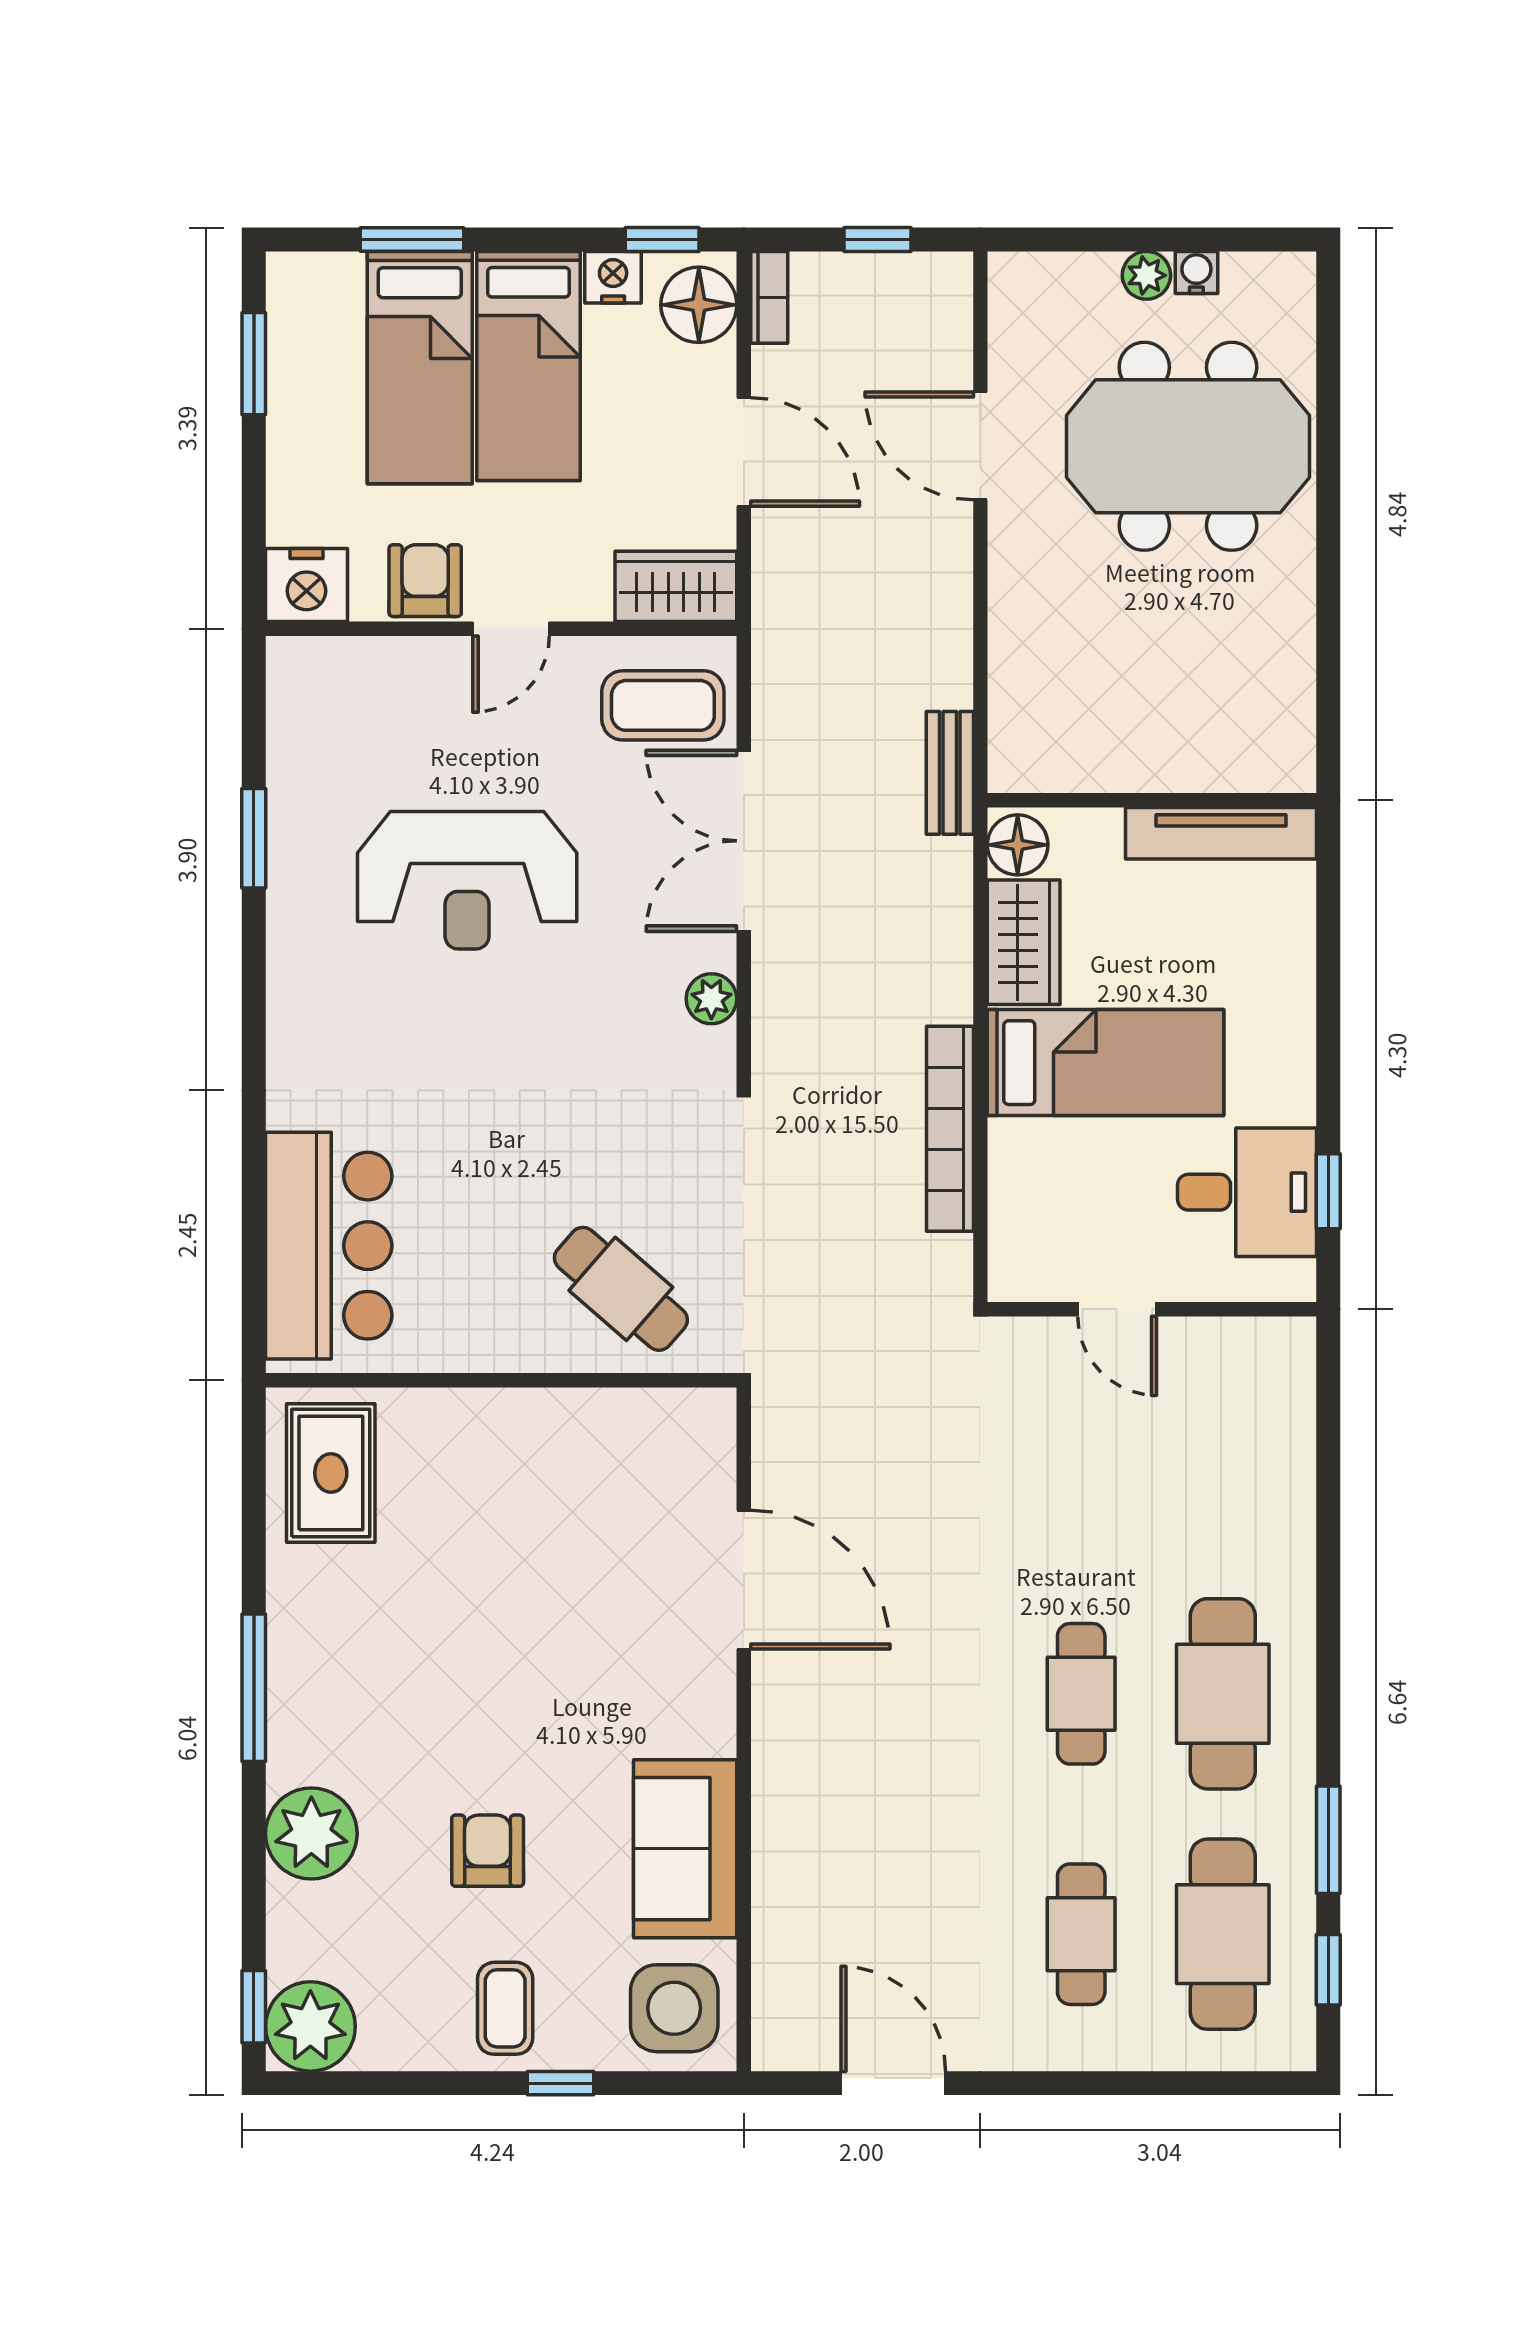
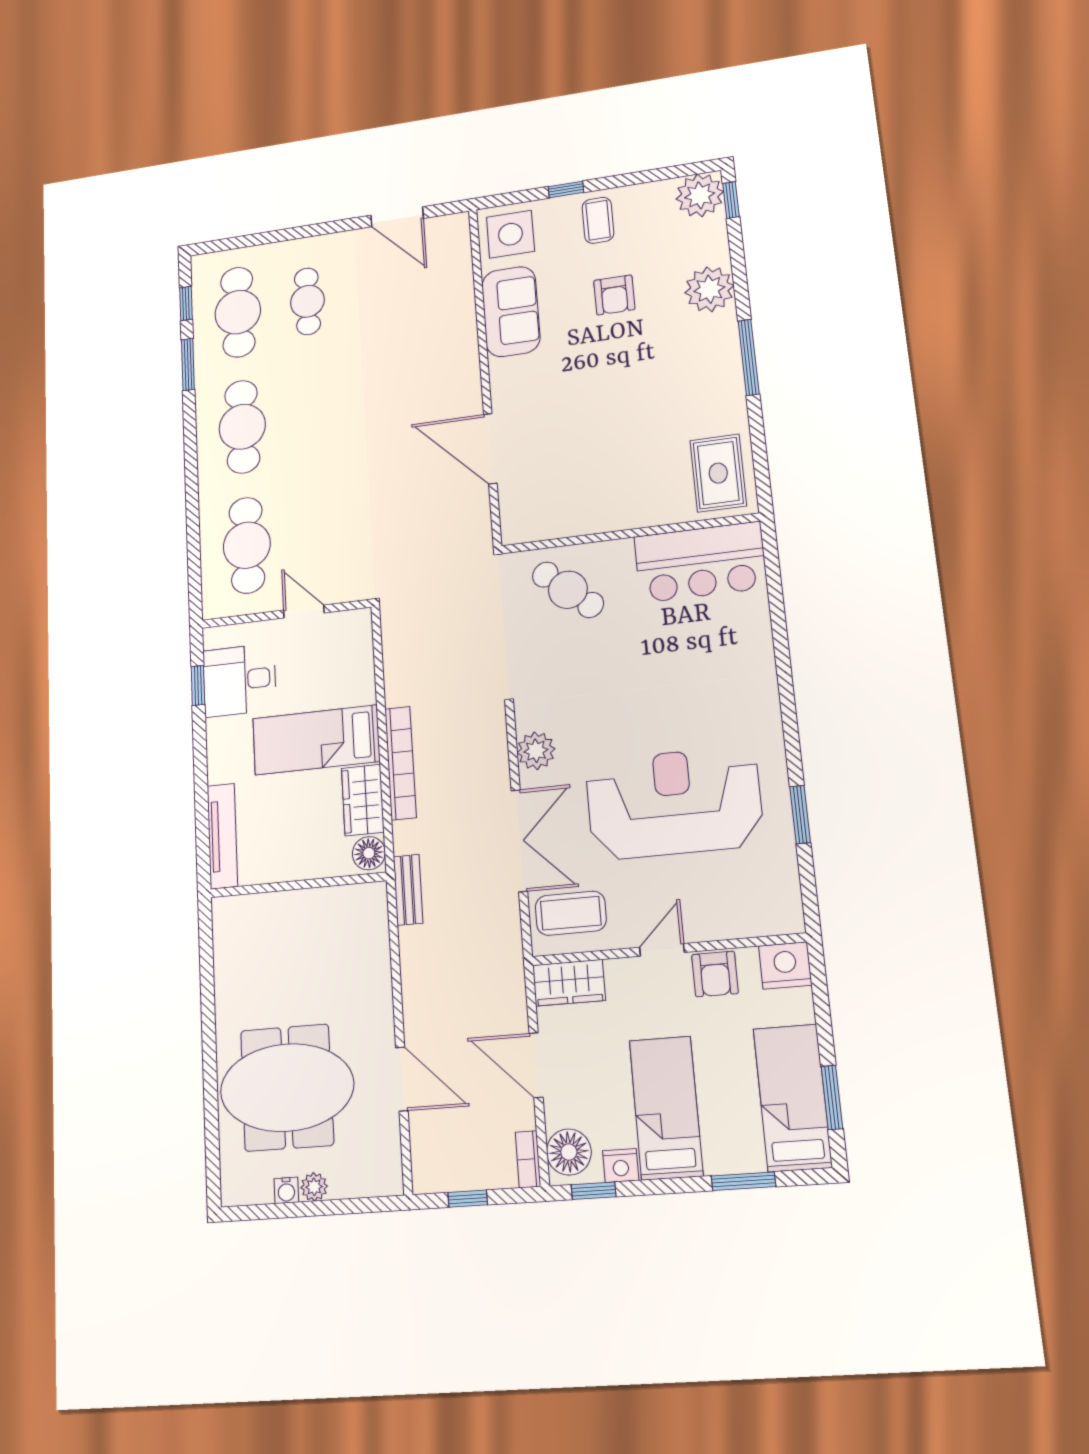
bed: (420, 368) -> (792, 1098), moved
tv unit: (1221, 833) -> (222, 836), moved, turned 90
reception desk: (467, 880) -> (674, 803), width x1.36, depth x1.30
plant: (711, 999) -> (536, 751), width x1.38, depth x1.38
bookcase: (950, 1129) -> (401, 763), moved
bar counter: (329, 1246) -> (700, 562), moved, turned -90
cafe table: (1081, 1694) -> (247, 545), moved, width x1.37, depth x1.35

